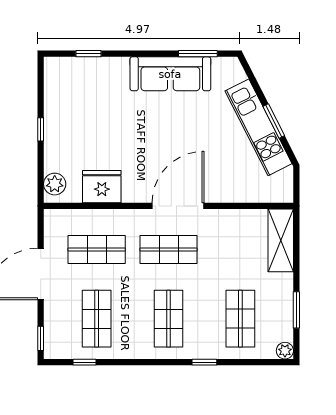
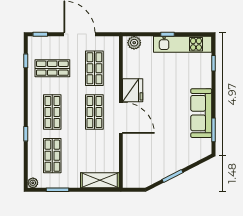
kitchen unit: (258, 127) -> (183, 44), moved, turned -153
fridge: (102, 187) -> (133, 90), moved
shop shelf: (169, 319) -> (52, 112), turned 90
shop shelf: (240, 319) -> (52, 156), turned 90

